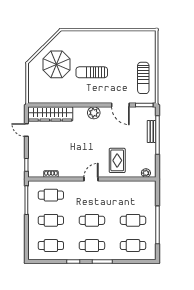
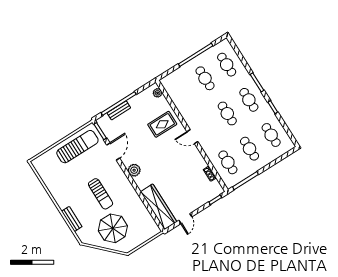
bench: (86, 35) -> (72, 219), added
sun lounger: (143, 78) -> (77, 147), width x1.36, depth x1.34

